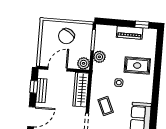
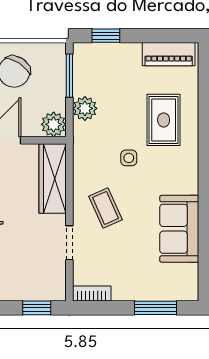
window: (142, 25) -> (106, 36), moved
piano: (130, 33) -> (169, 54), moved
rug: (137, 66) -> (164, 120), turned 90

